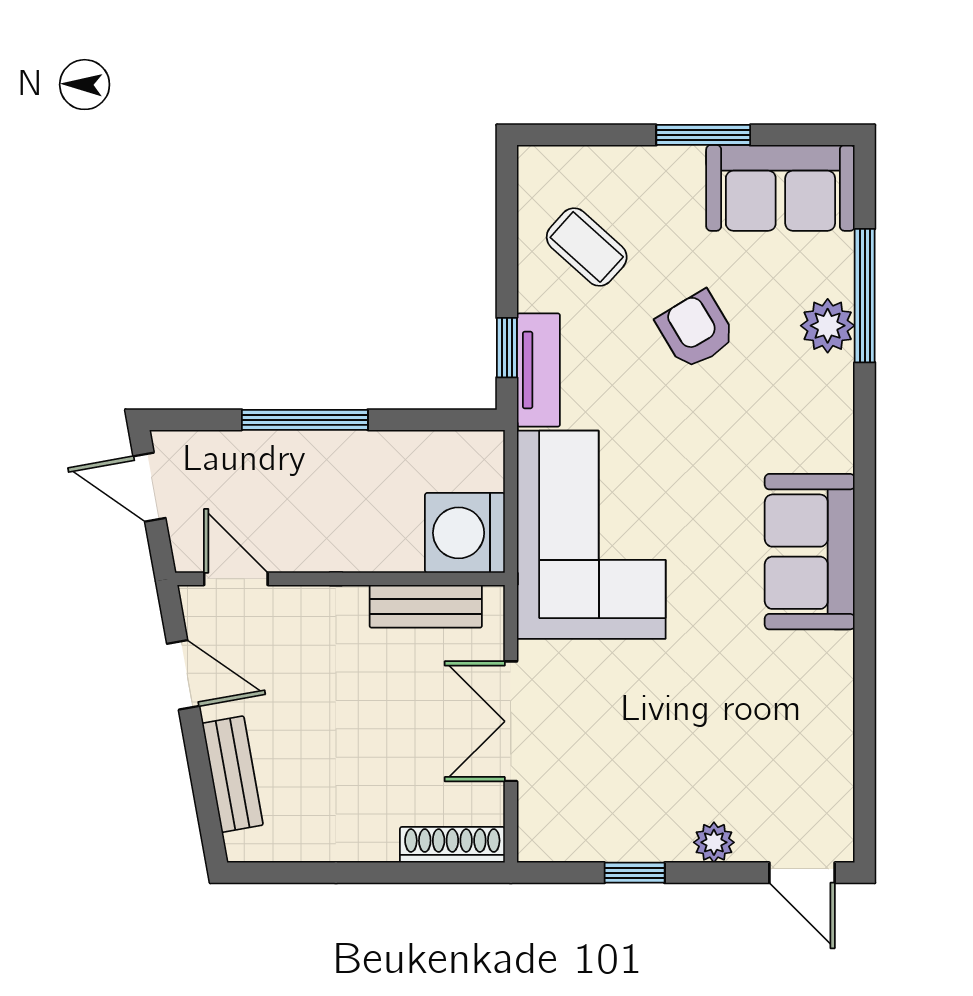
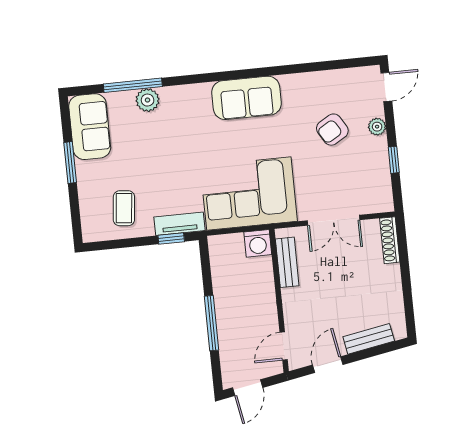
coffee table: (587, 247) -> (124, 208), turned -36
armchair: (696, 330) -> (332, 130), moved
washing machine: (465, 533) -> (258, 243), width x0.73, depth x0.73

